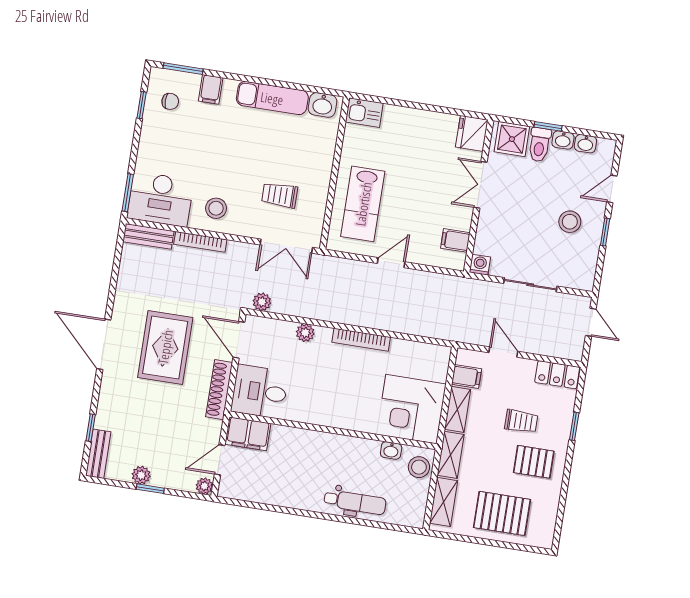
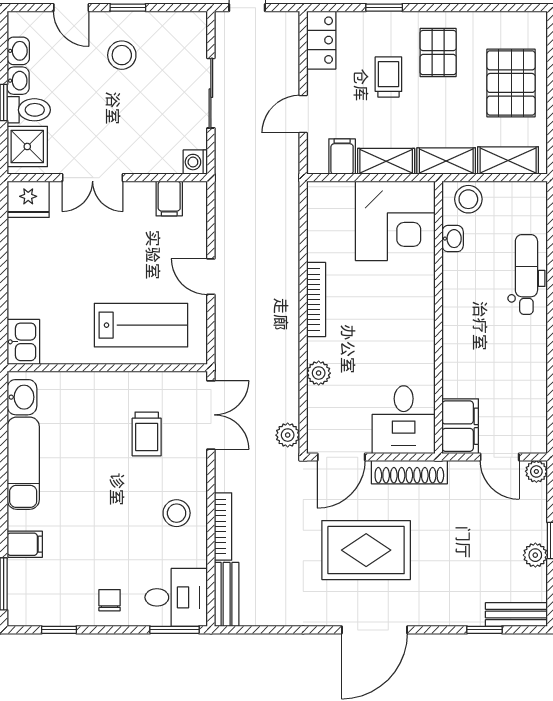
chair: (170, 101) -> (110, 600), moved
desk: (160, 199) -> (176, 597), width x0.73

